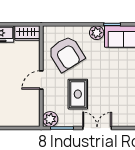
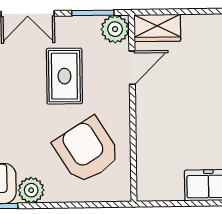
wardrobe: (27, 33) -> (157, 28), moved, turned 180
door: (41, 80) -> (132, 68), moved

